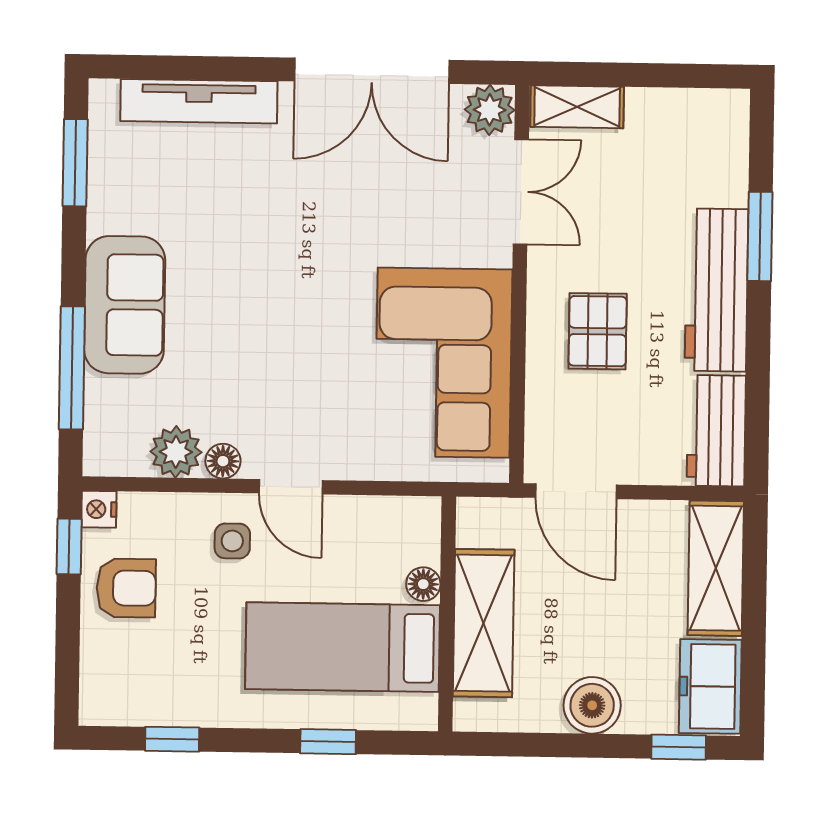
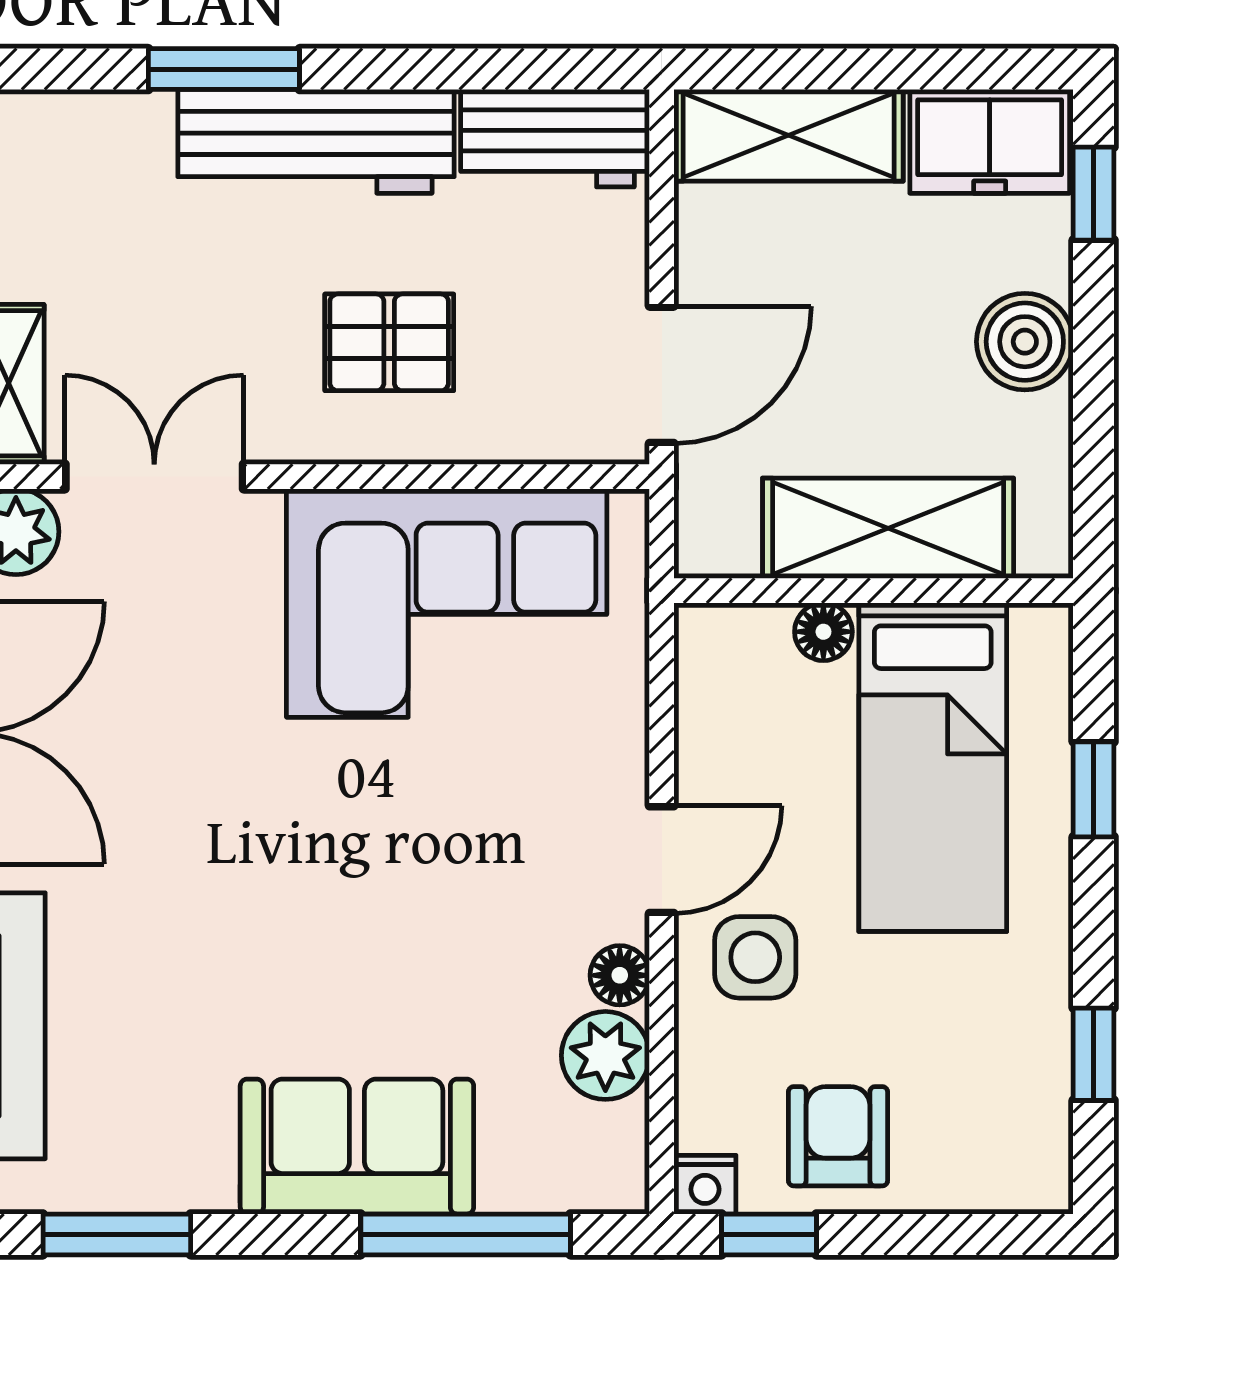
side table: (232, 541) -> (755, 957), width x1.37, depth x1.37

